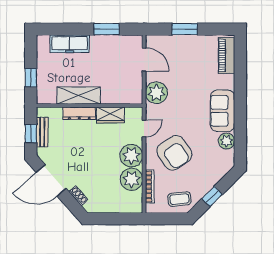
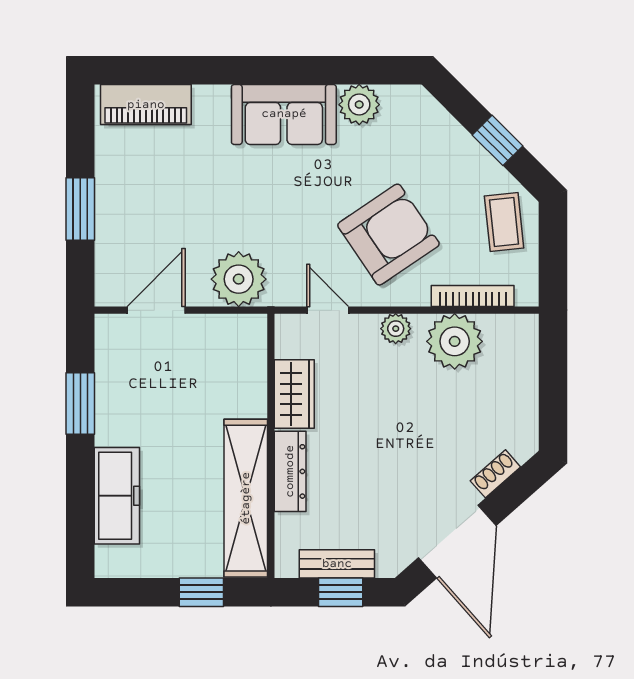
shelving: (79, 95) -> (246, 498), width x1.47
plant: (131, 156) -> (396, 329), width x0.53, depth x0.53

